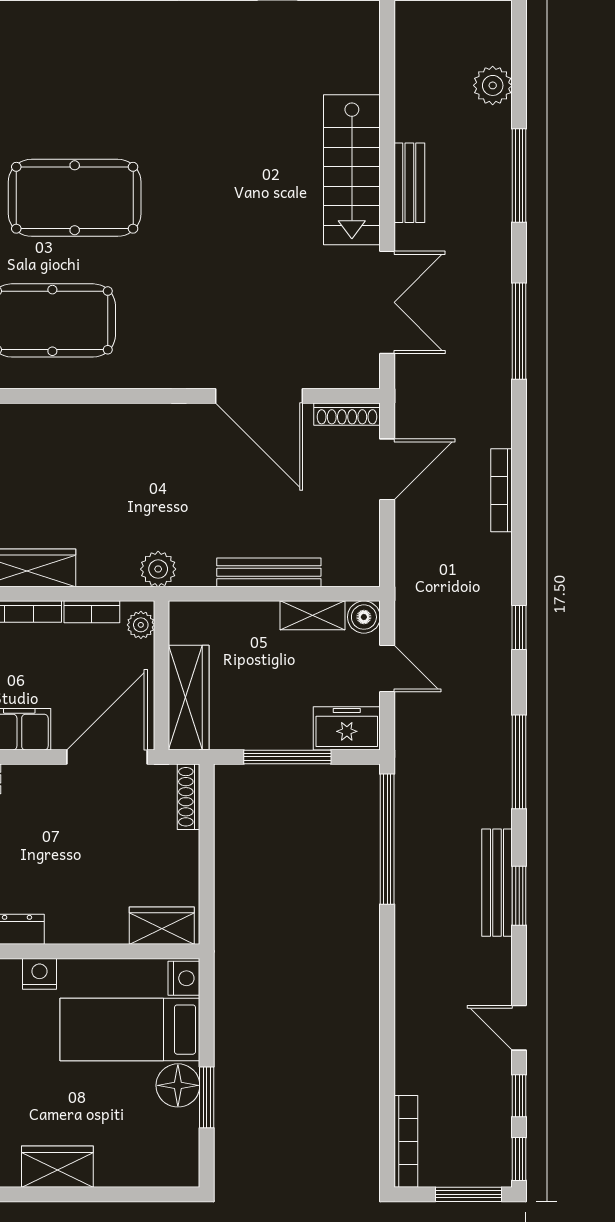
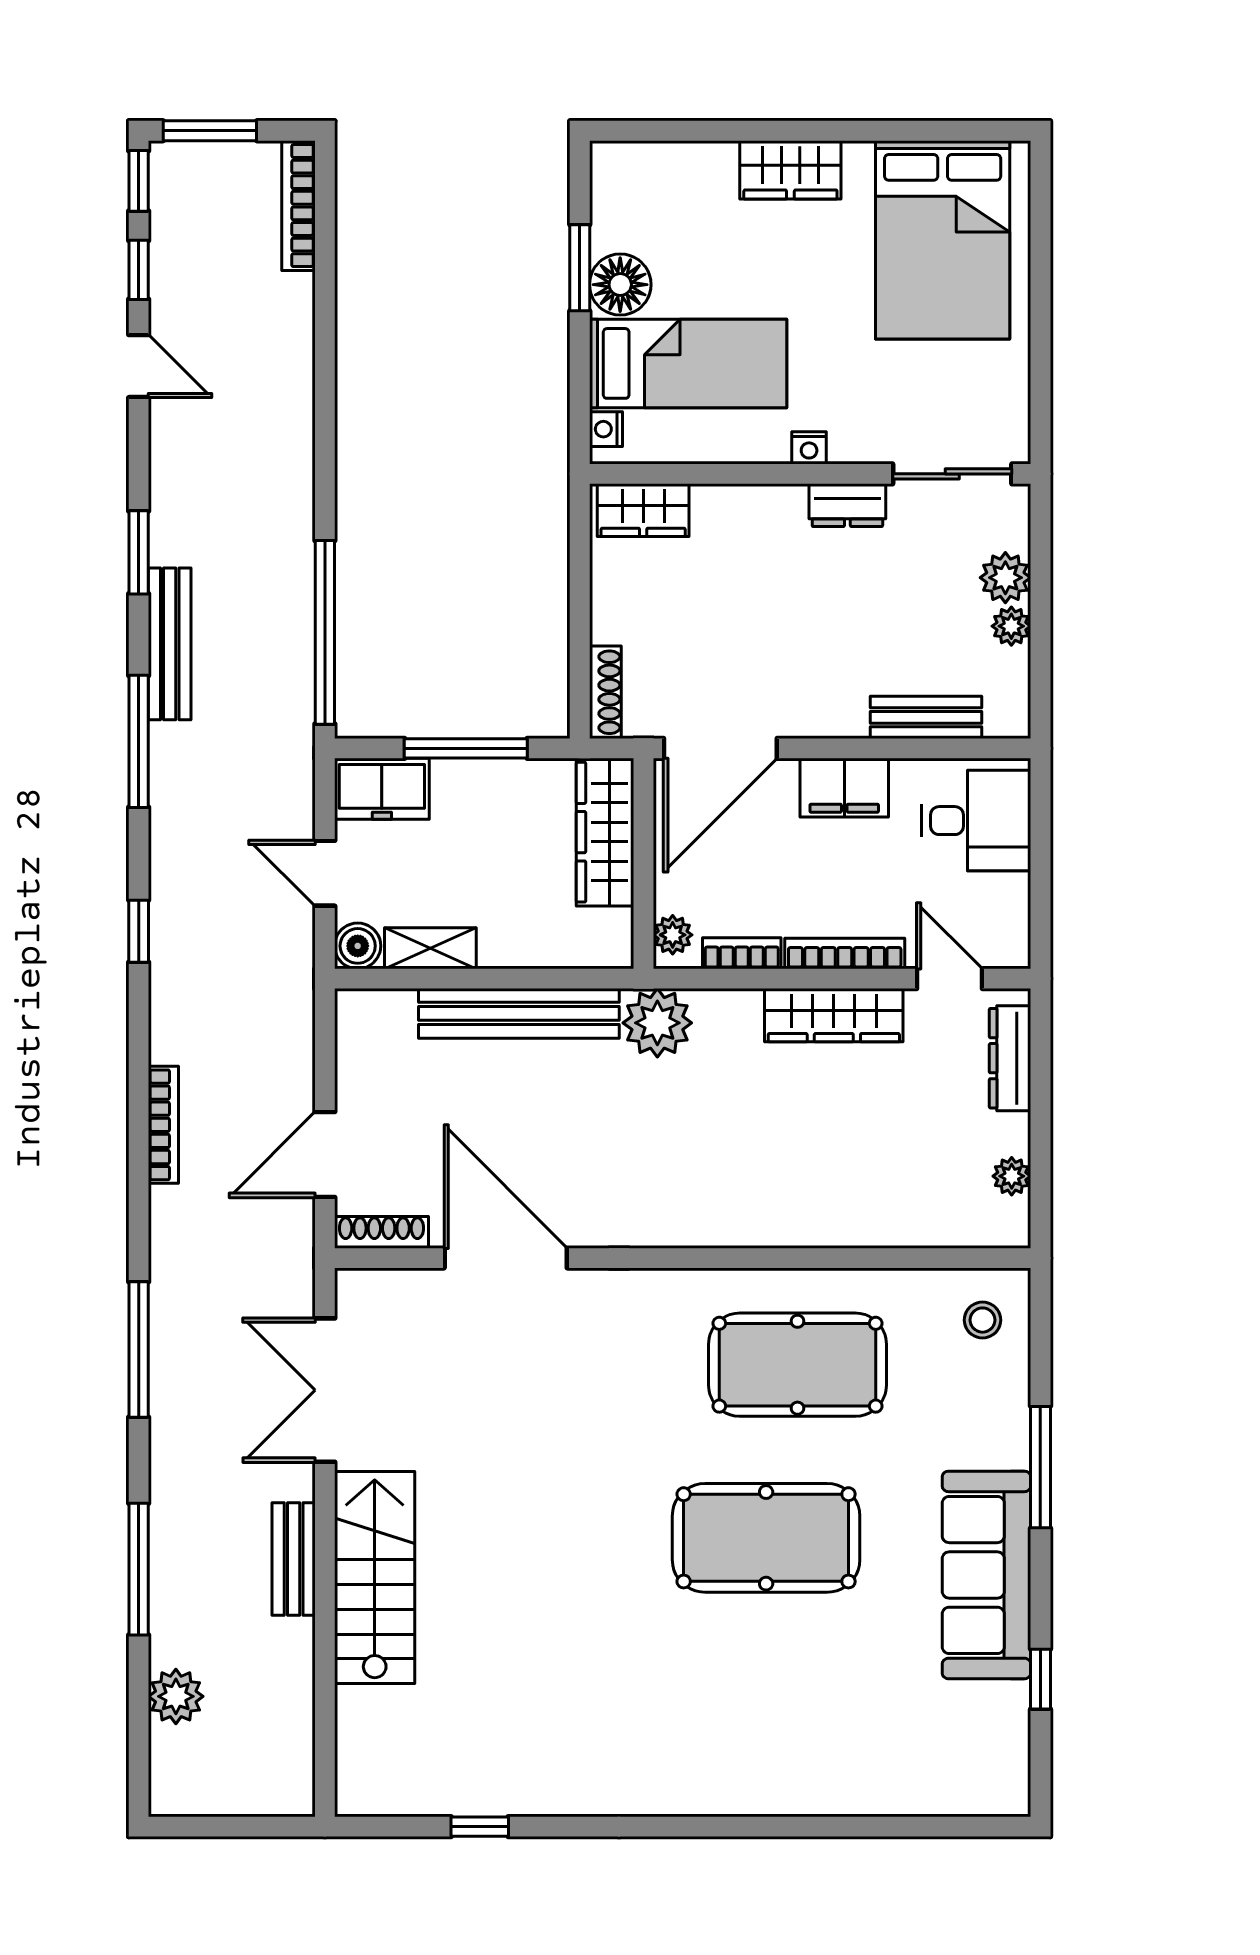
plant: (158, 569) -> (657, 1023), width x1.36, depth x1.36
bench: (269, 572) -> (519, 1013), width x1.37, depth x1.21
bench: (497, 883) -> (170, 644), moved
nightstand: (39, 974) -> (809, 448), width x0.72, depth x0.74
nightstand: (184, 978) -> (606, 429), width x0.72, depth x0.74

